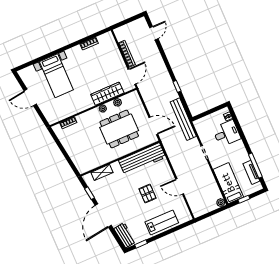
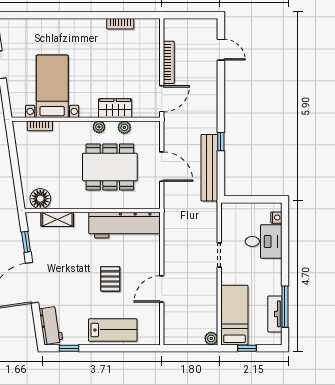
door: (154, 33) -> (221, 50), hinge flipped
bed with nightstands: (56, 76) -> (52, 86), moved, turned 180
wardrobe: (107, 94) -> (115, 108), width x0.67
bench: (183, 119) -> (209, 168), moved
door: (153, 126) -> (162, 167), moved
floor lamp: (87, 165) -> (40, 199), added
door: (180, 186) -> (162, 289), hinge flipped

